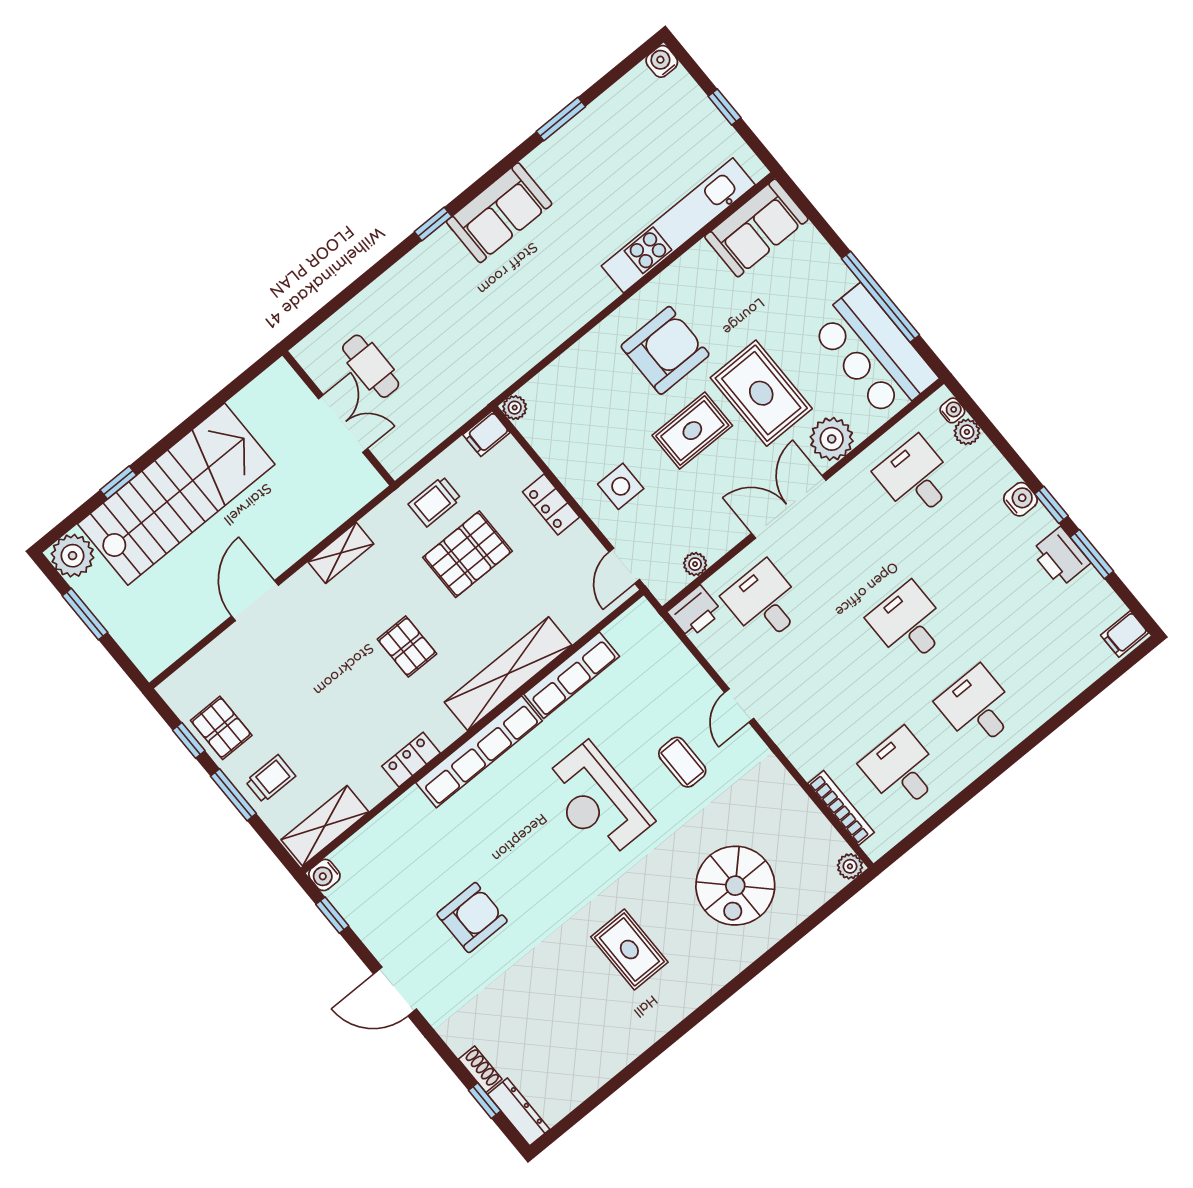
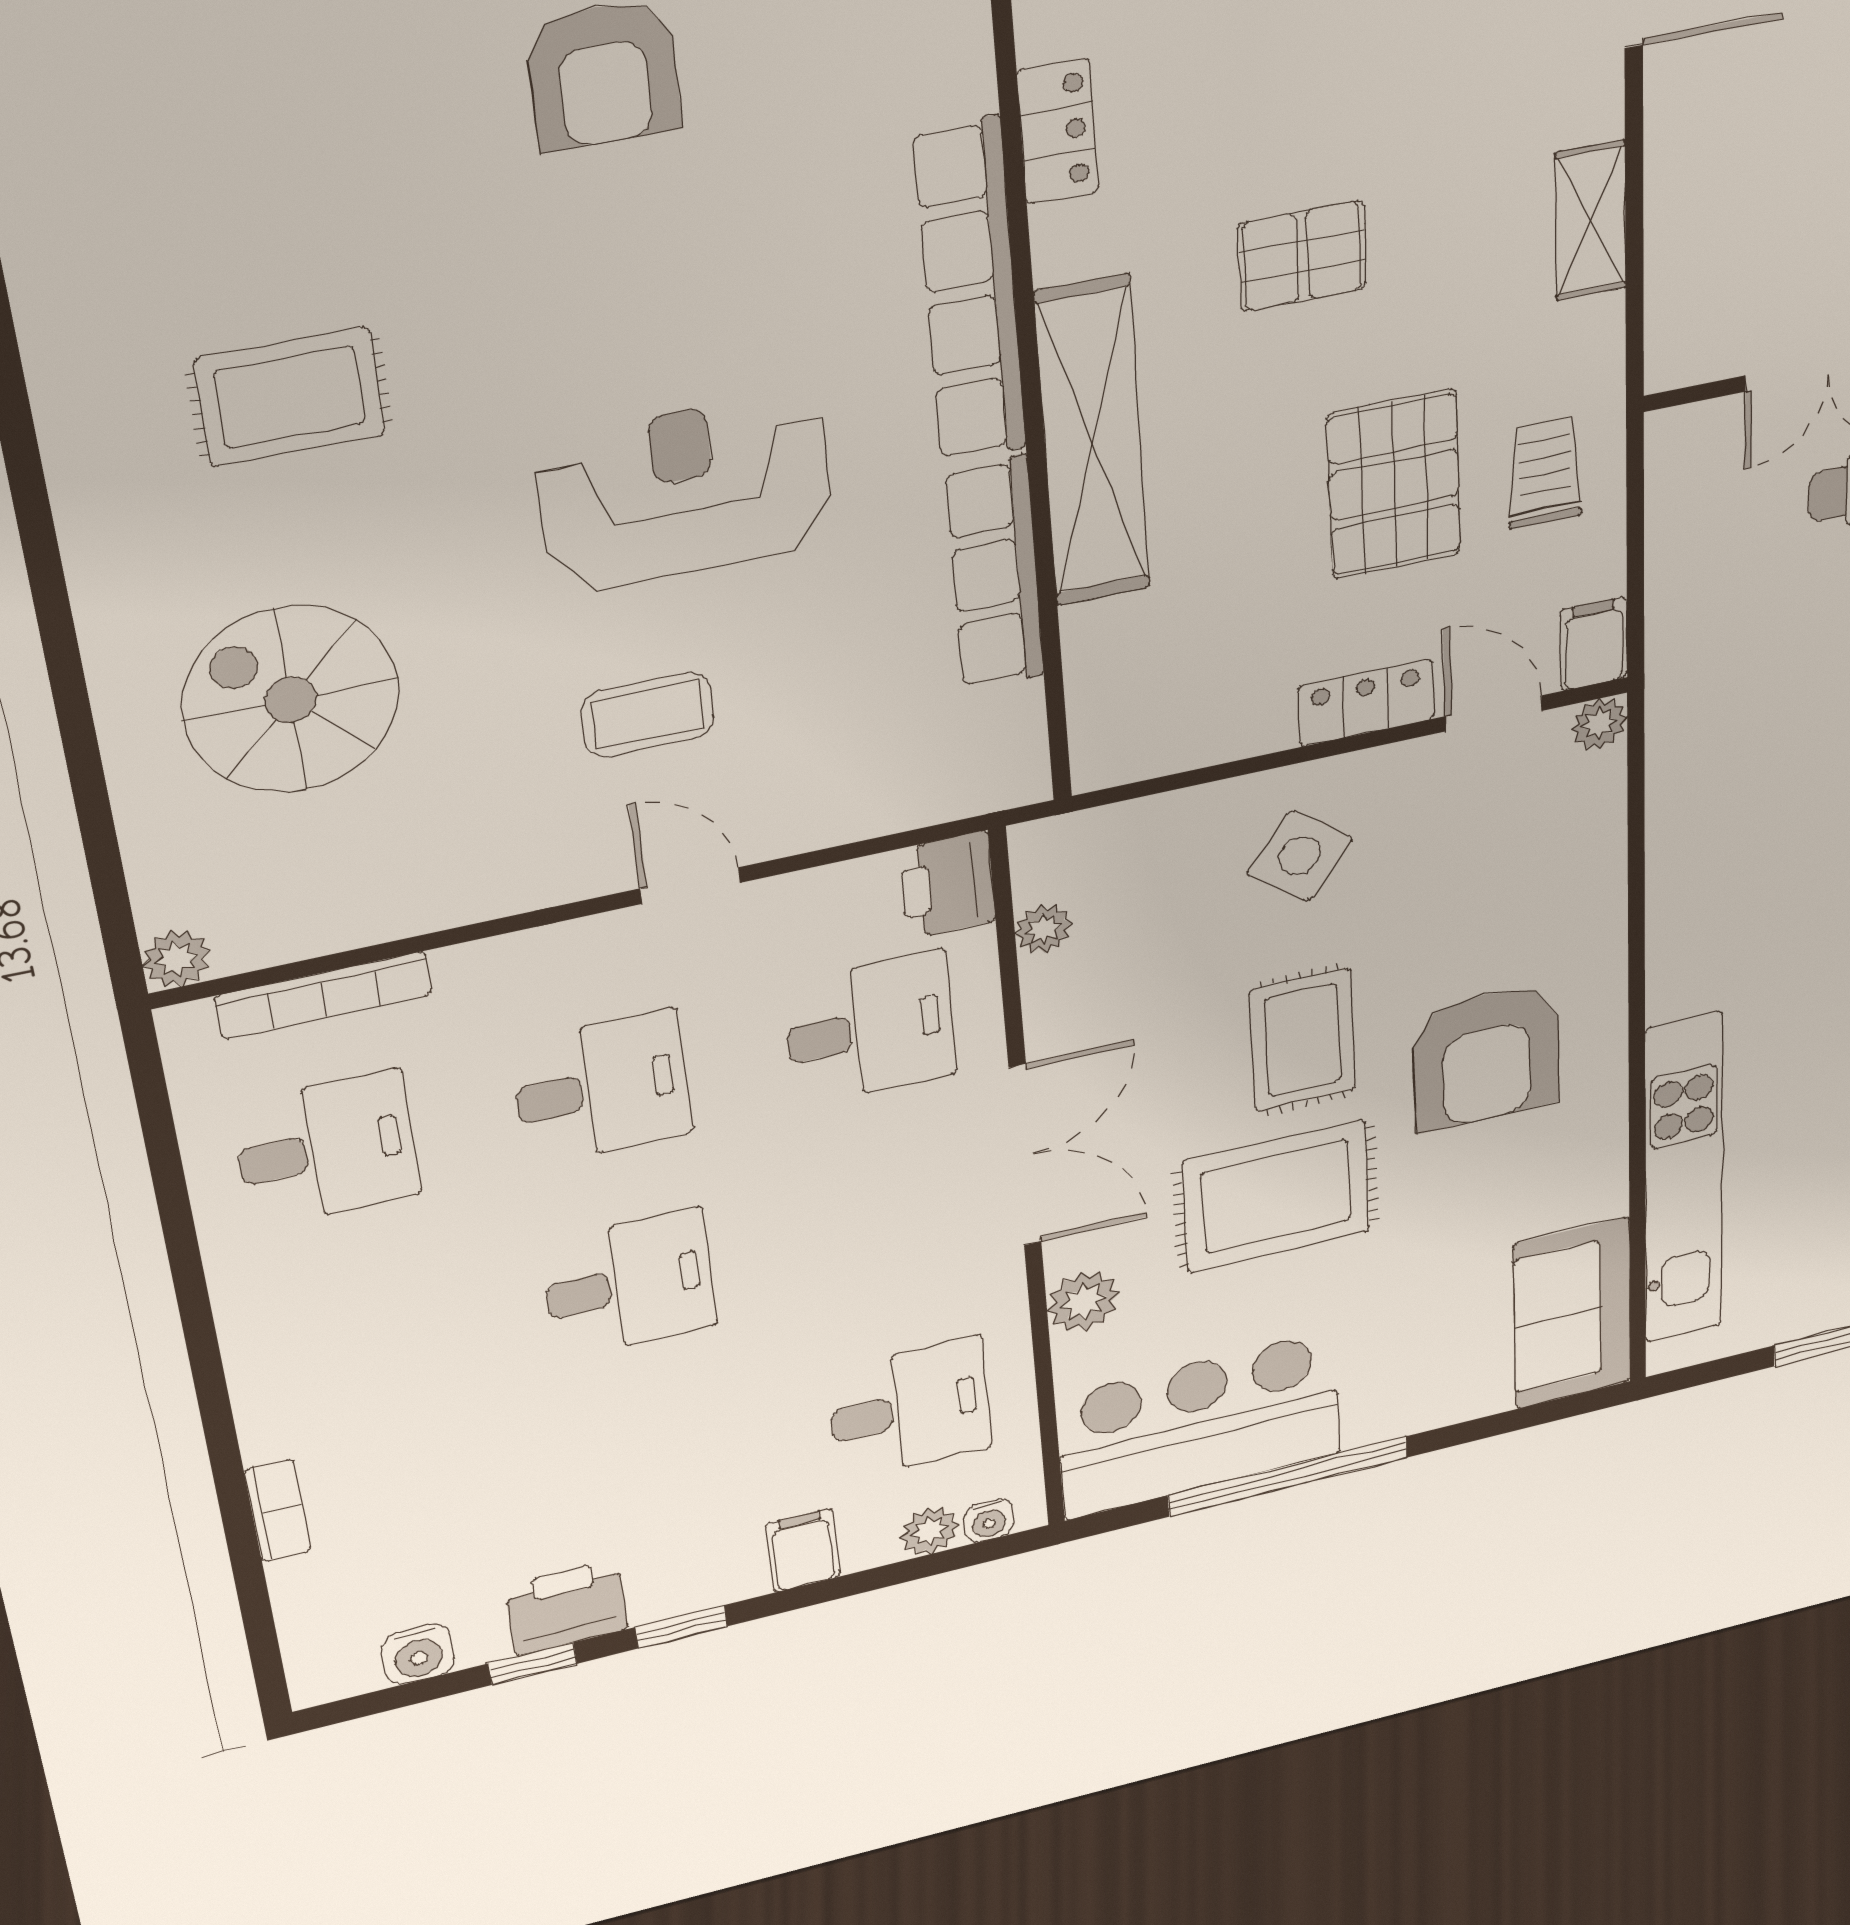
plant: (832, 439) -> (1083, 1302), width x0.73, depth x0.73
side table: (621, 486) -> (1300, 856), turned 38
water cooler: (1020, 499) -> (418, 1654), moved
window: (1092, 554) -> (533, 1664), width x0.67
door: (624, 566) -> (1494, 713), moved
filing cabinet: (1125, 634) -> (803, 1550), moved
bookcase: (1062, 696) -> (277, 1511), added
desk: (978, 707) -> (602, 1088), moved

